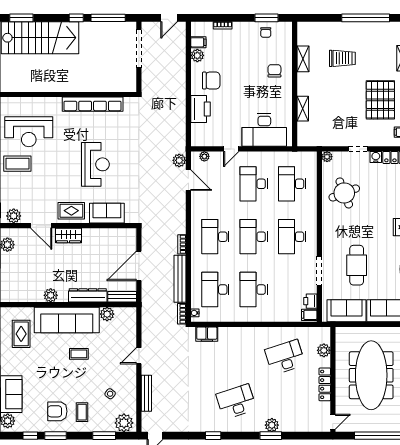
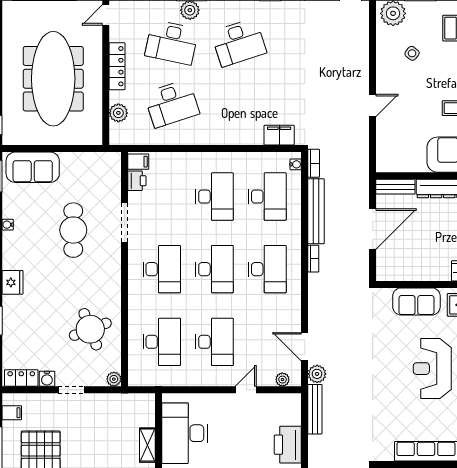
desk: (264, 130) -> (185, 433), moved, turned -90
sofa: (346, 311) -> (87, 167), removed
plant: (107, 314) -> (416, 163), removed
bench: (146, 393) -> (315, 409), moved
desk: (285, 402) -> (172, 42), added

